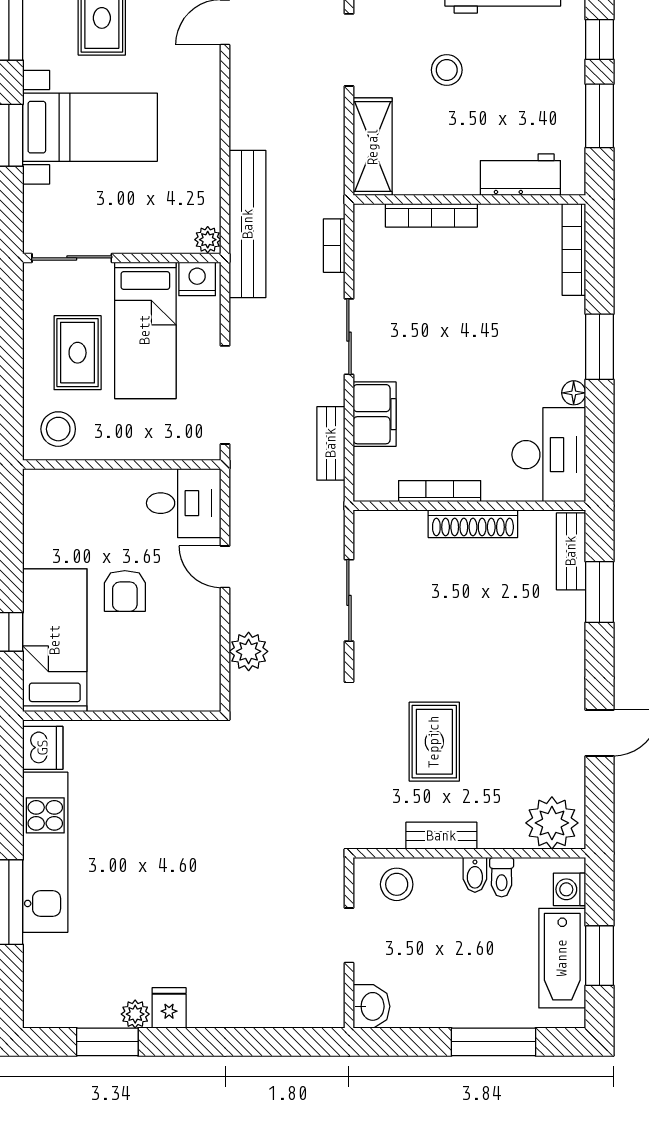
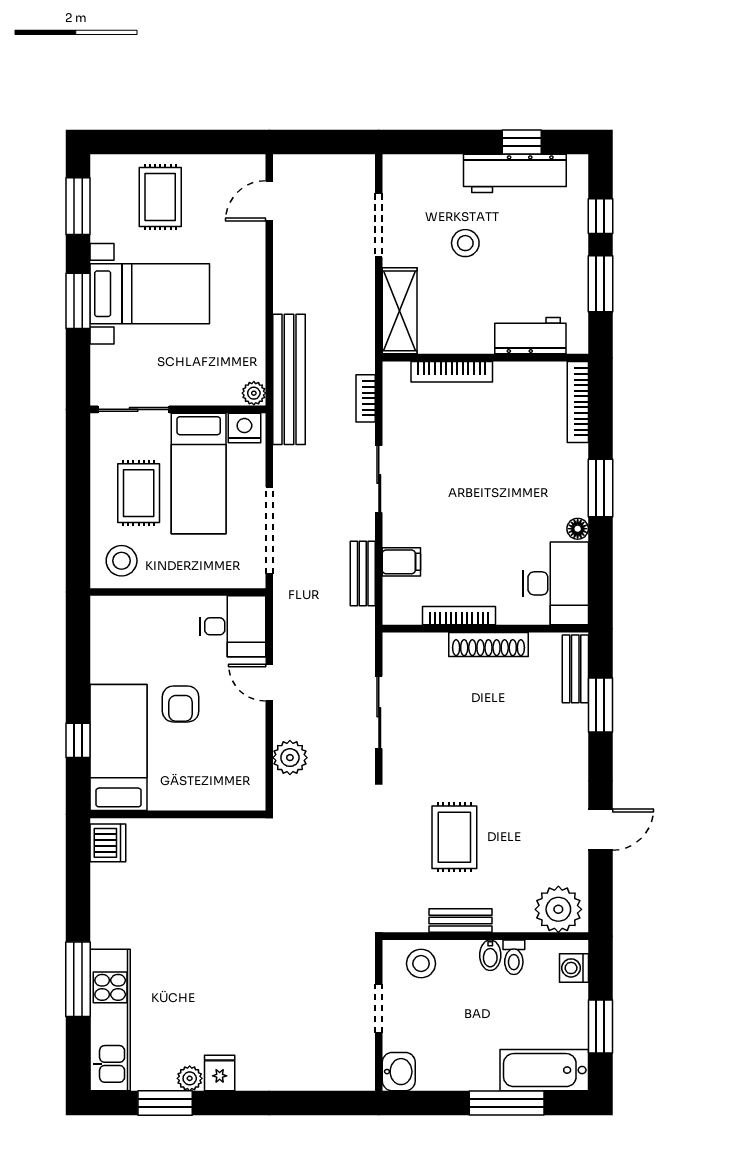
filing cabinet: (375, 414) -> (401, 562), width x0.50
kitchen unit: (45, 852) -> (110, 1020), moved
bathtub: (562, 958) -> (544, 1070), moved, turned 90

